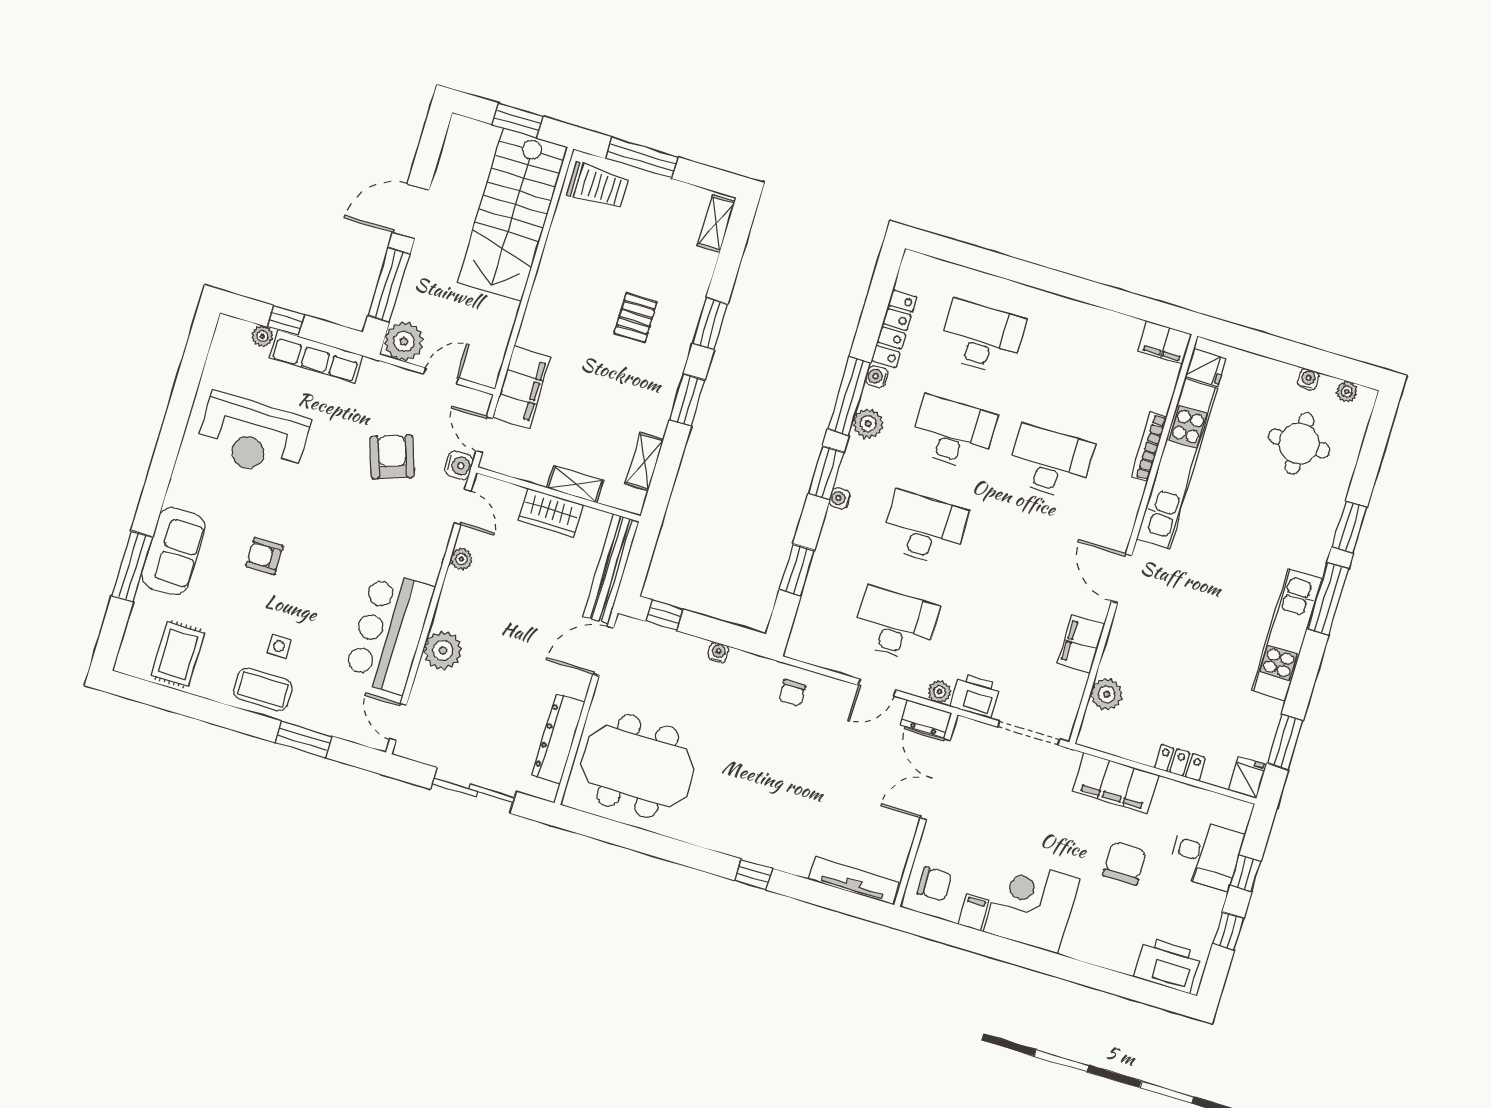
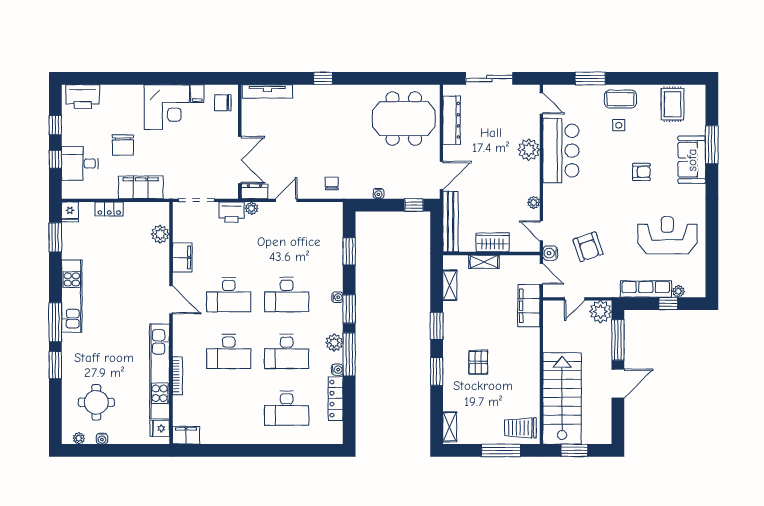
desk: (895, 624) -> (229, 295), moved

